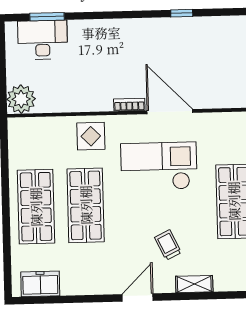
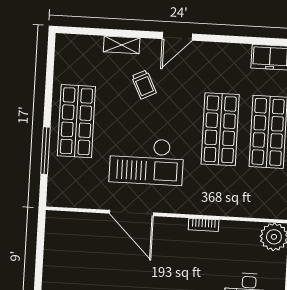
bookcase: (129, 105) -> (204, 225), moved
display table: (91, 136) -> (210, 196), removed

